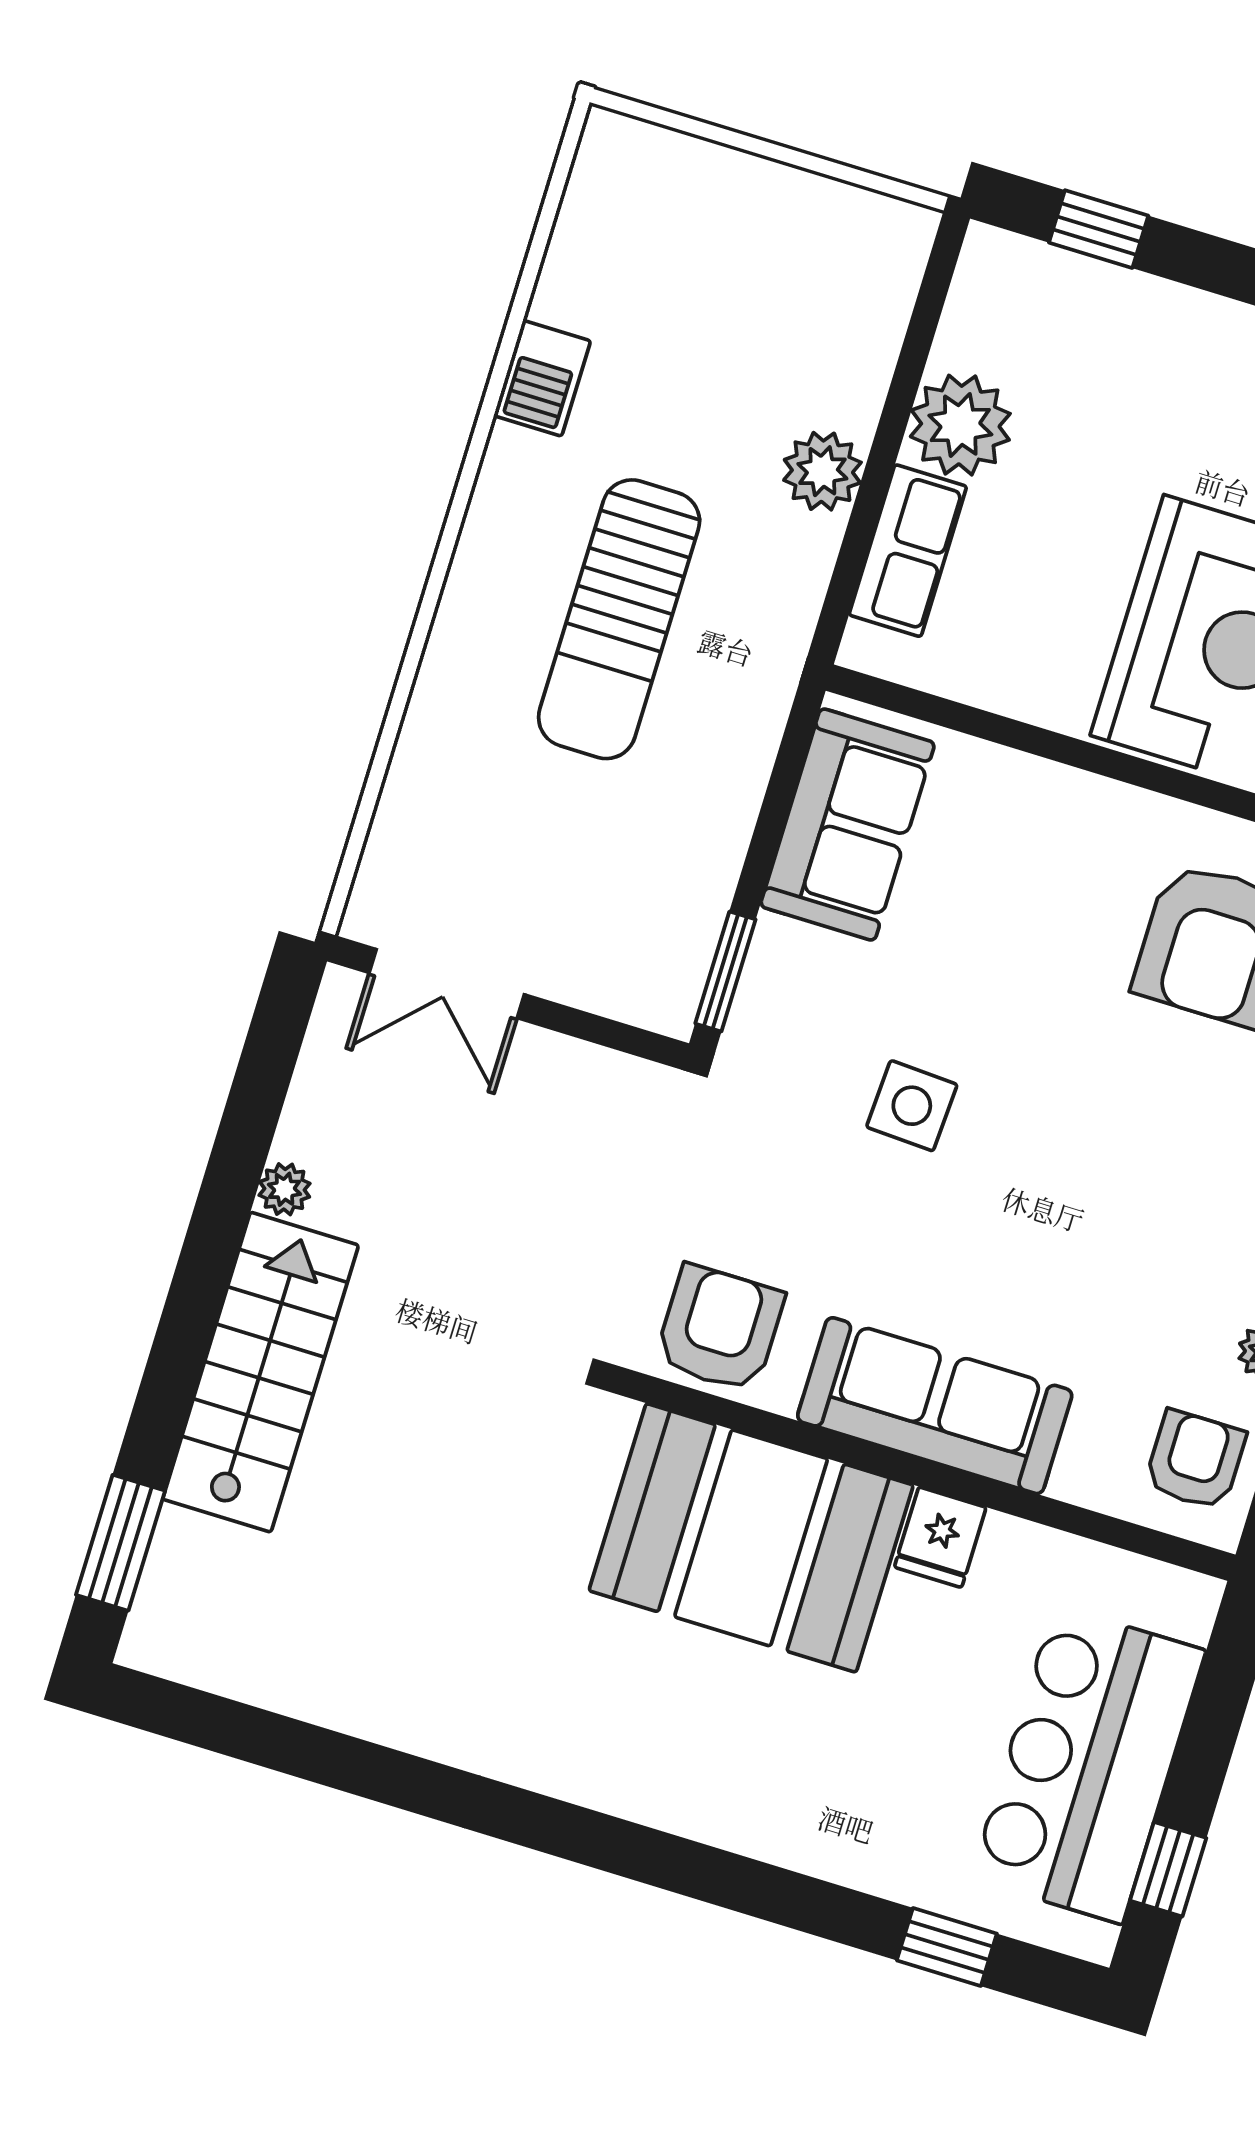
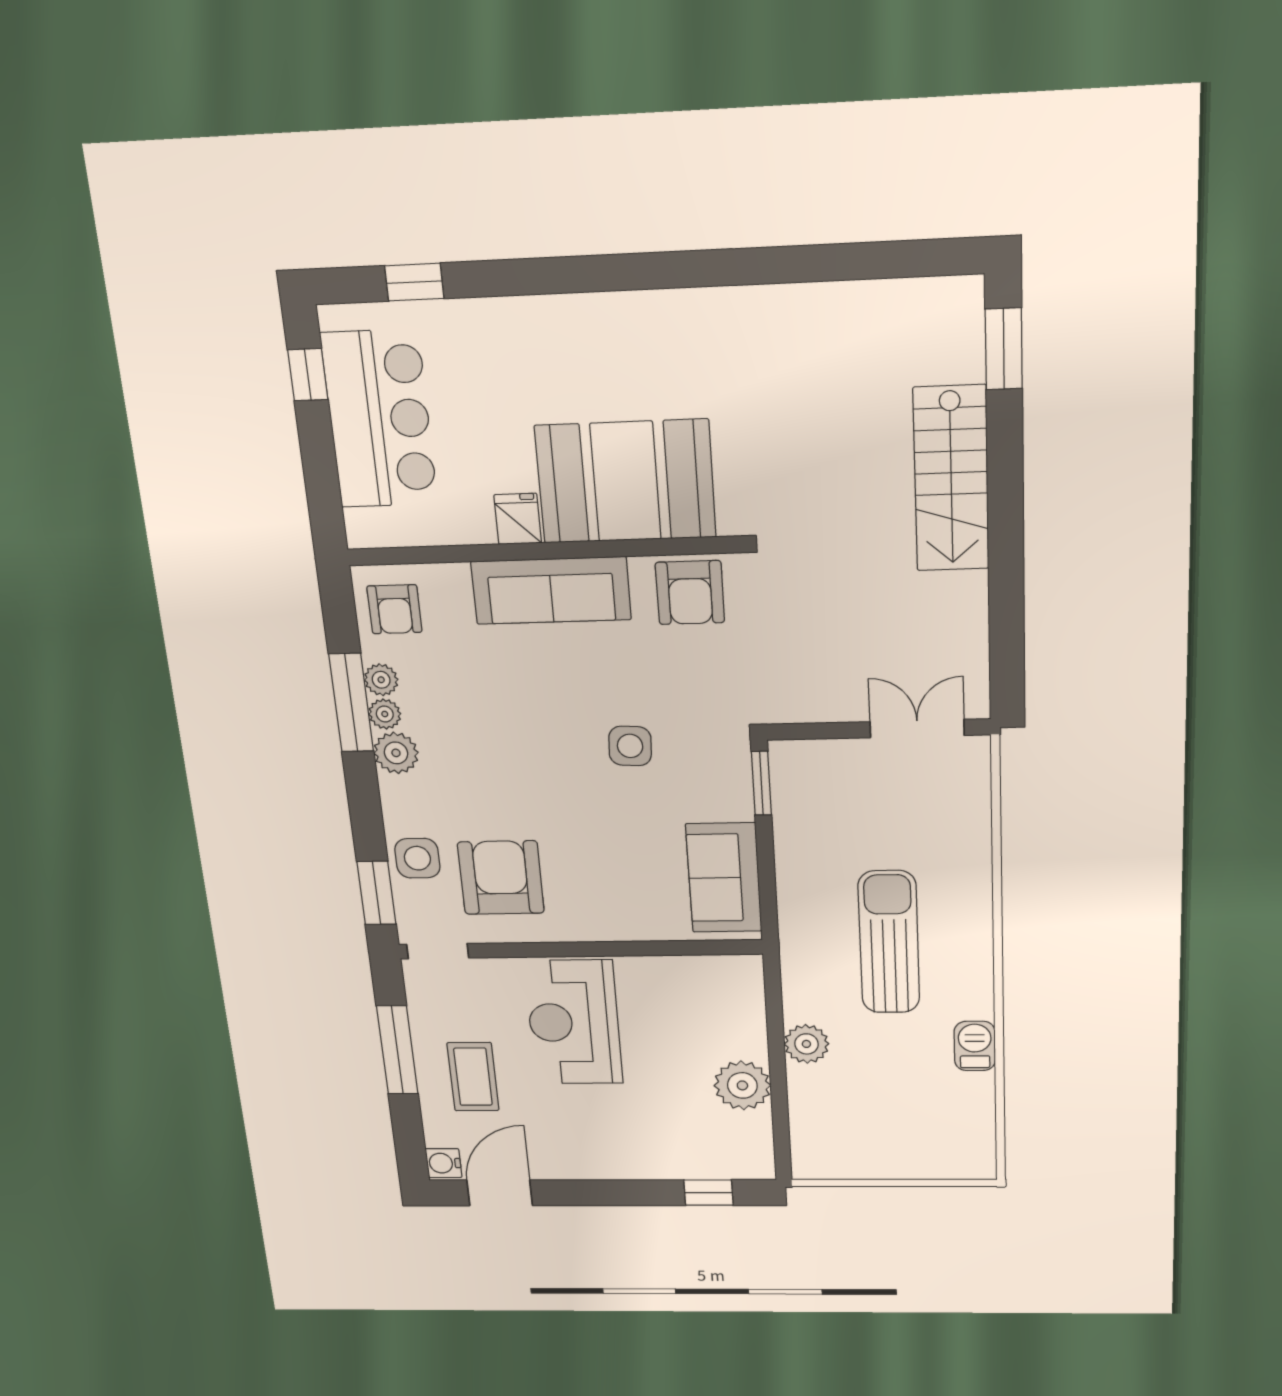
row of seats: (908, 551) -> (746, 1019), removed
plant: (285, 1189) -> (973, 587), removed

